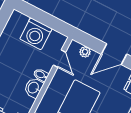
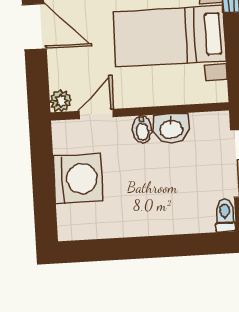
plant: (85, 52) -> (61, 101), moved

